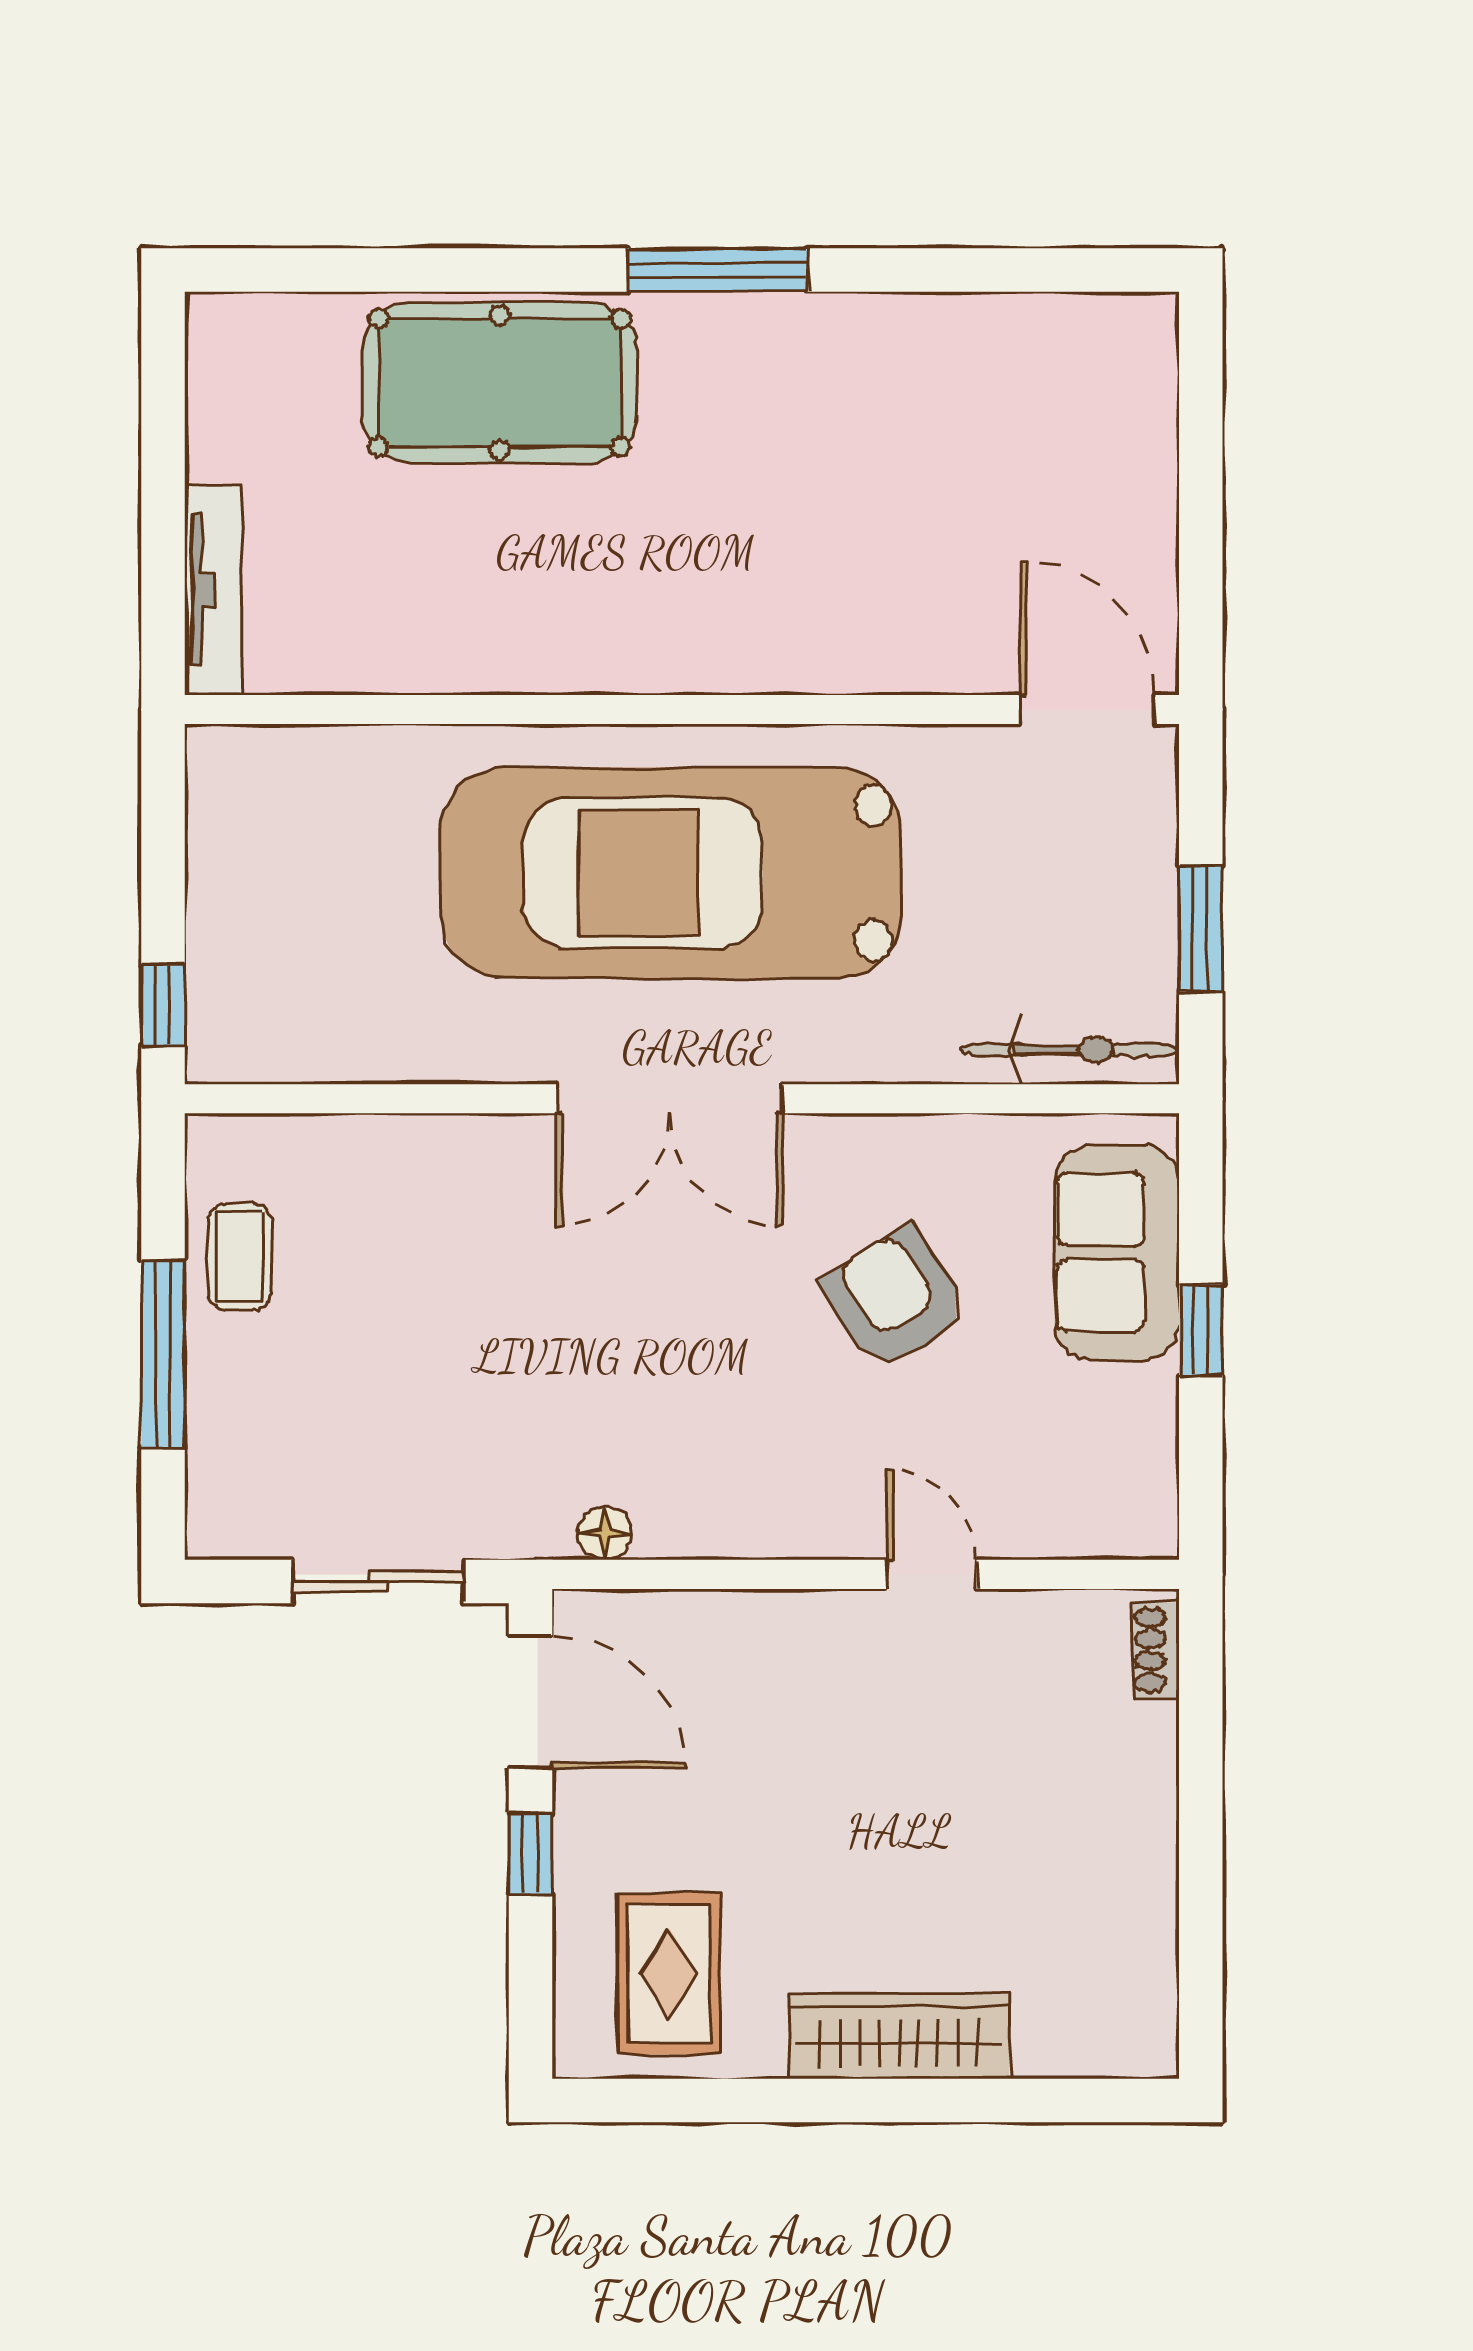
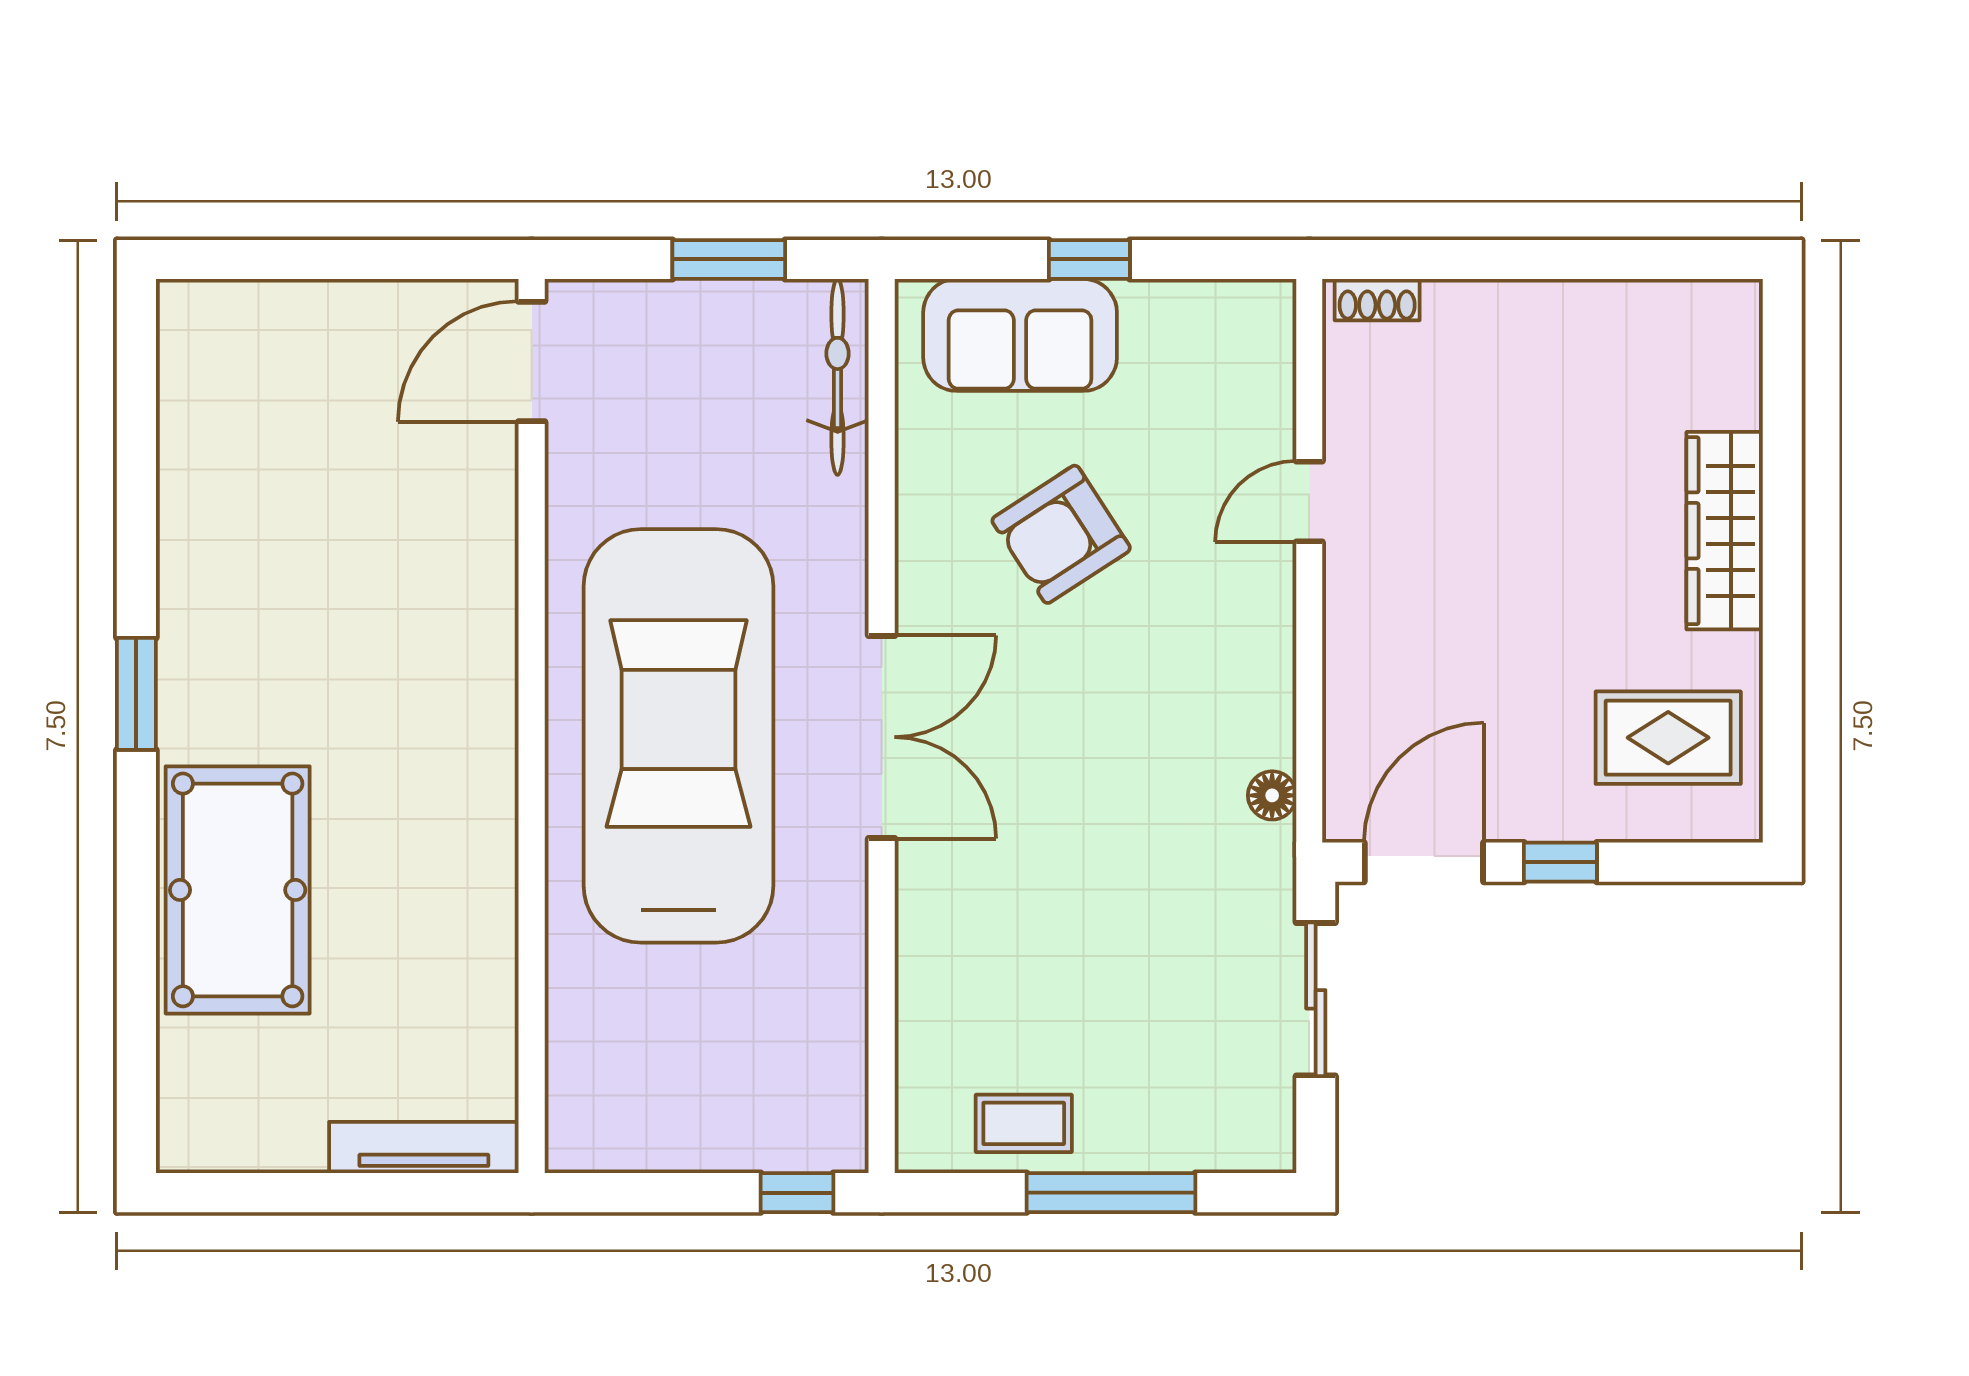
window: (718, 270) -> (136, 694), width x0.69
car: (671, 873) -> (679, 736), turned 180

